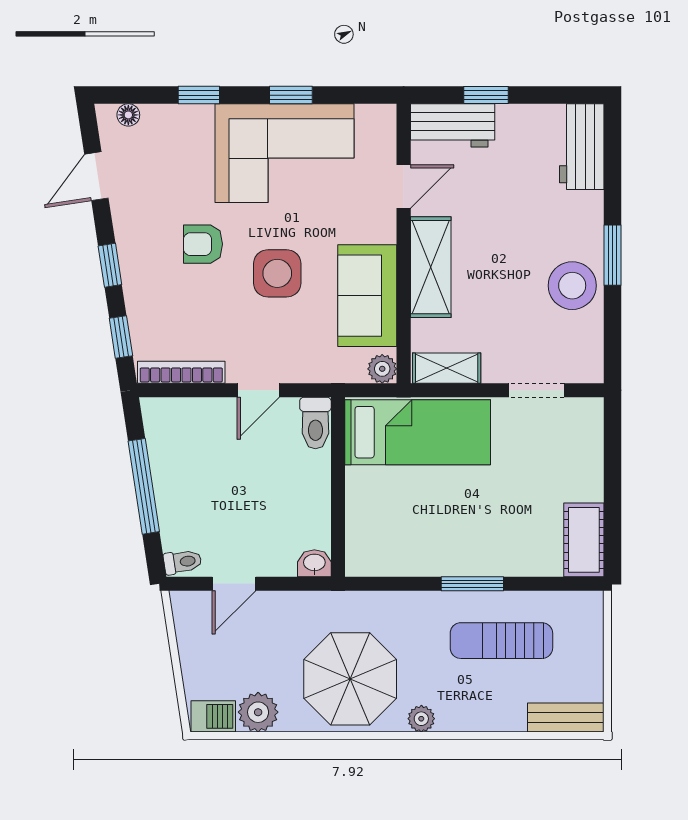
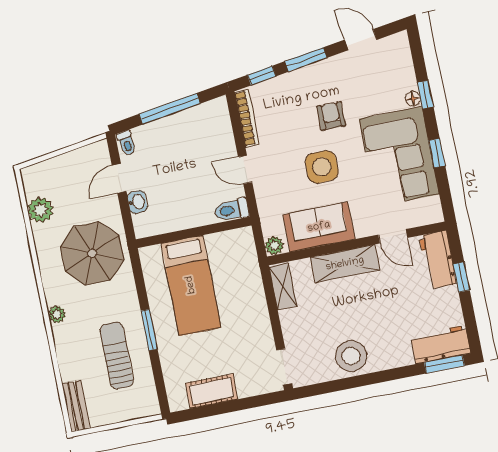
floor lamp: (128, 115) -> (413, 99), moved
window: (613, 255) -> (444, 364), moved
window: (110, 265) -> (306, 60), width x1.50
doorway: (536, 390) -> (284, 367), moved
bed: (418, 432) -> (191, 285), moved
cot: (584, 540) -> (212, 391), moved
washbasin: (314, 563) -> (137, 202), moved
door: (234, 584) -> (119, 178), hinge flipped
parasol: (350, 679) -> (92, 253), moved
barbecue: (213, 716) -> (32, 182), removed

